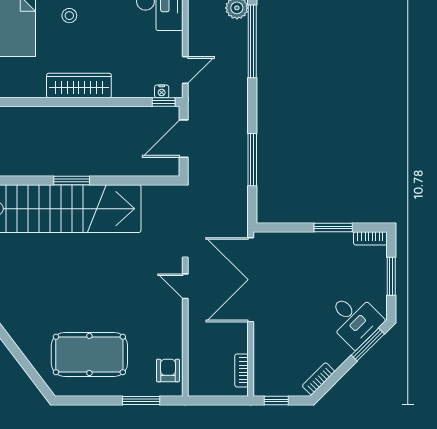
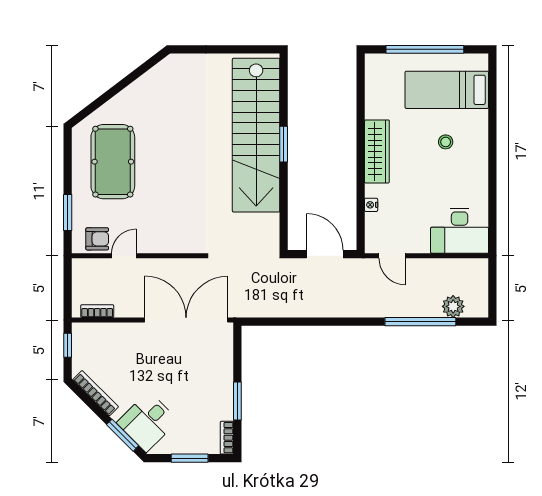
nightstand: (162, 91) -> (371, 205), moved
window: (164, 102) -> (361, 234), removed
window: (252, 160) -> (304, 322), removed
door: (185, 286) -> (124, 256), moved
bookcase: (318, 379) -> (96, 393), width x1.56

